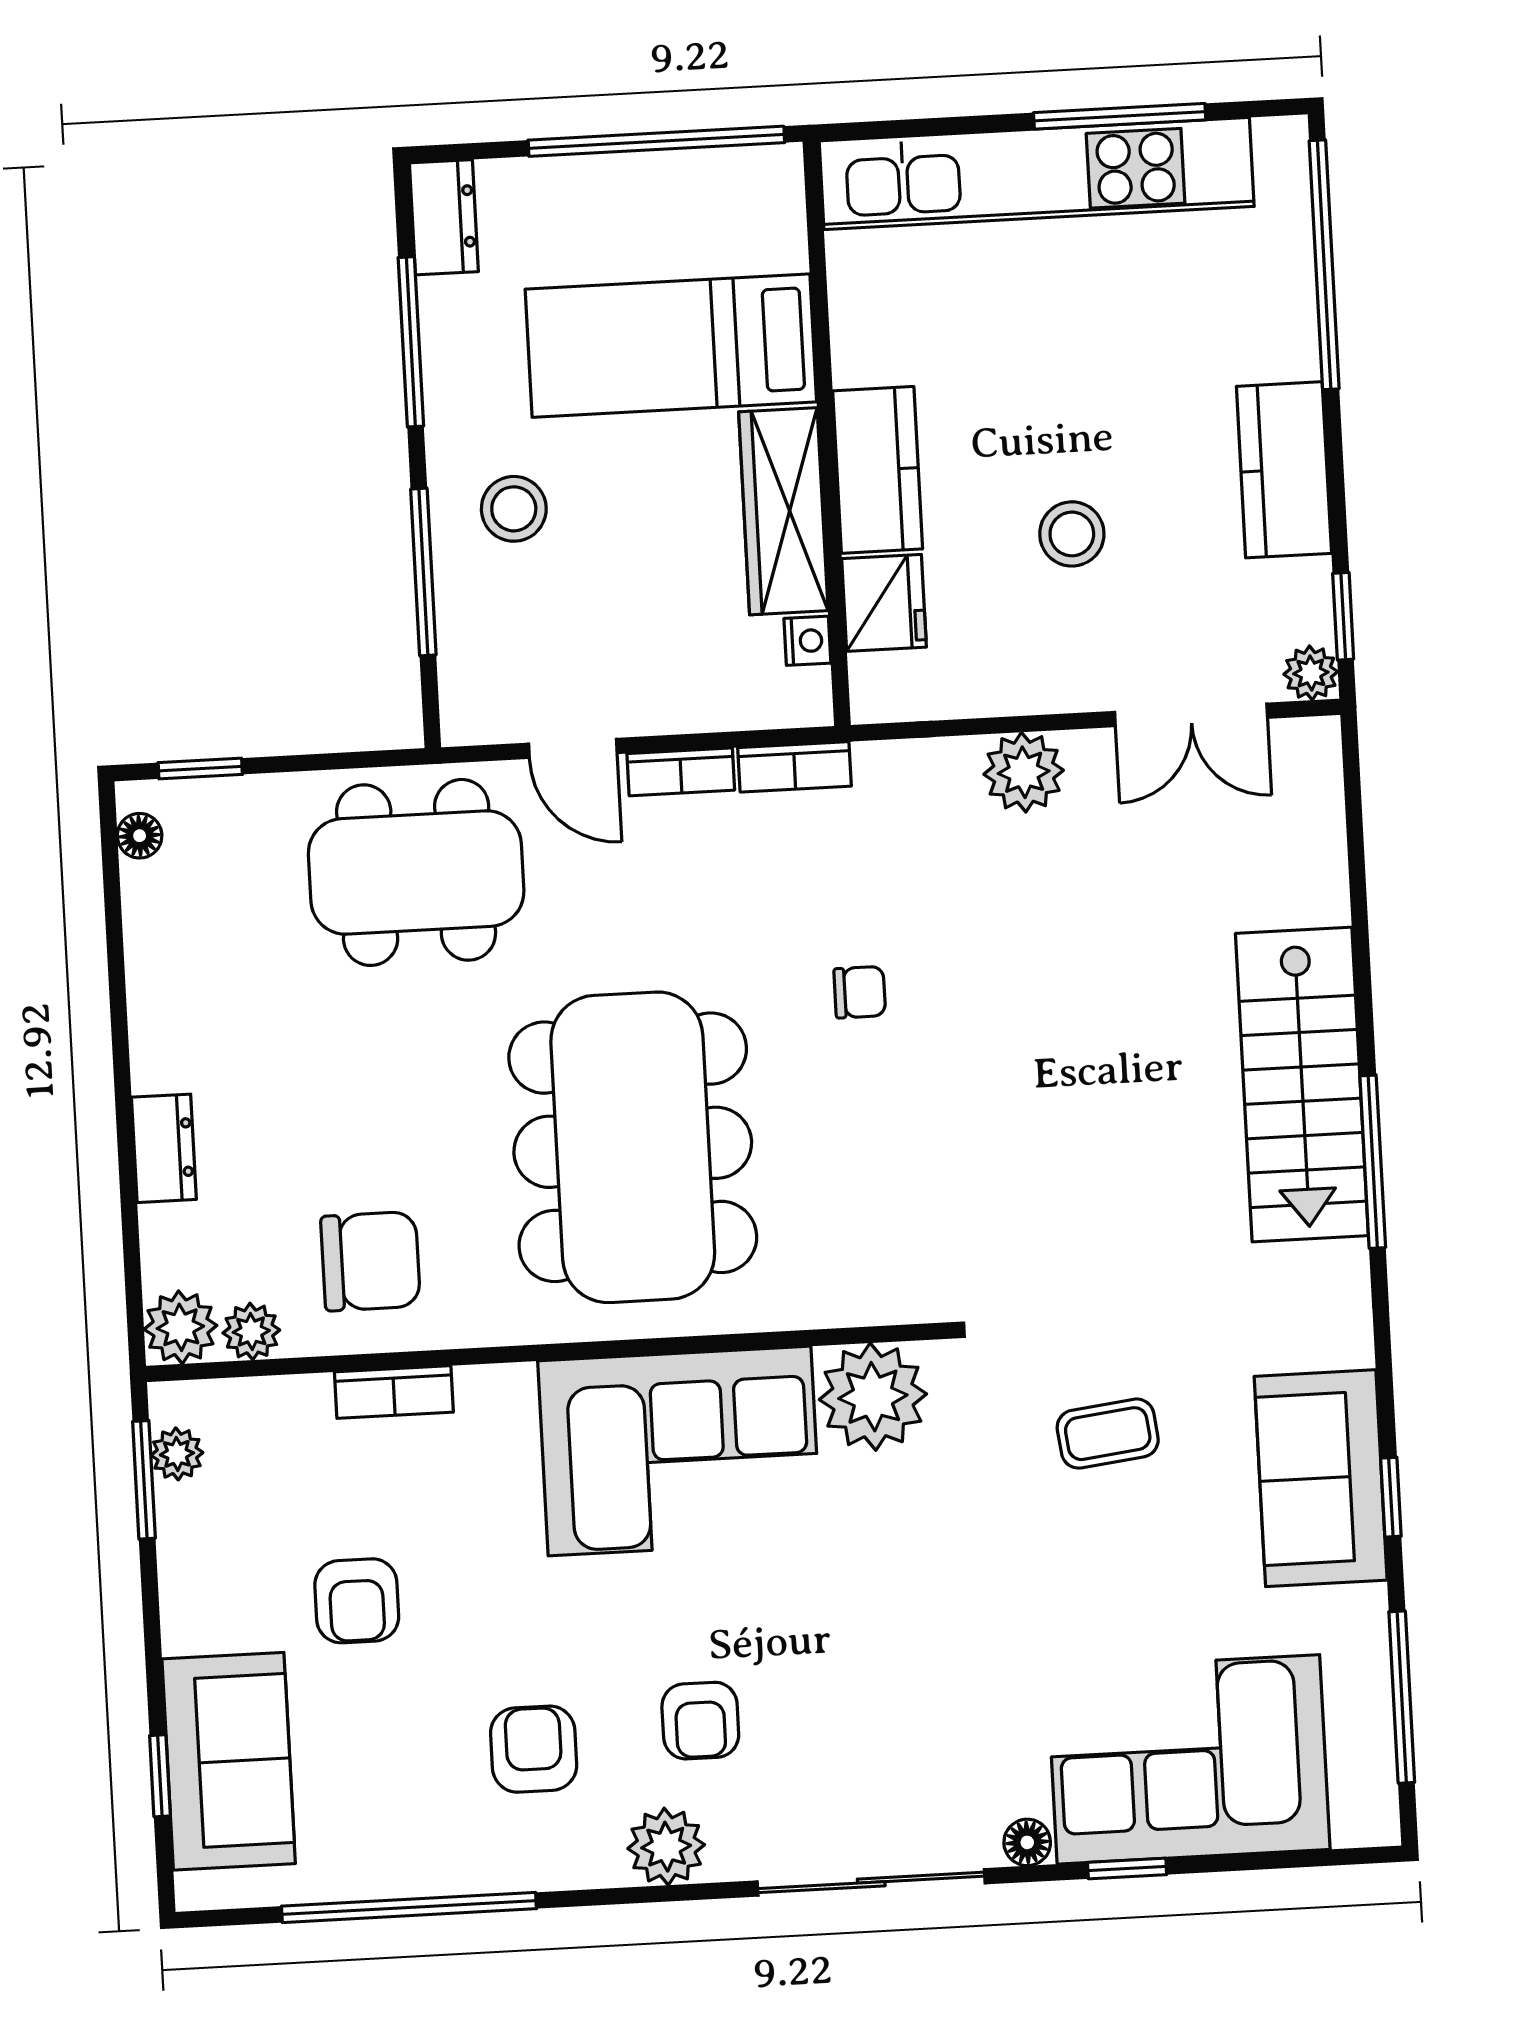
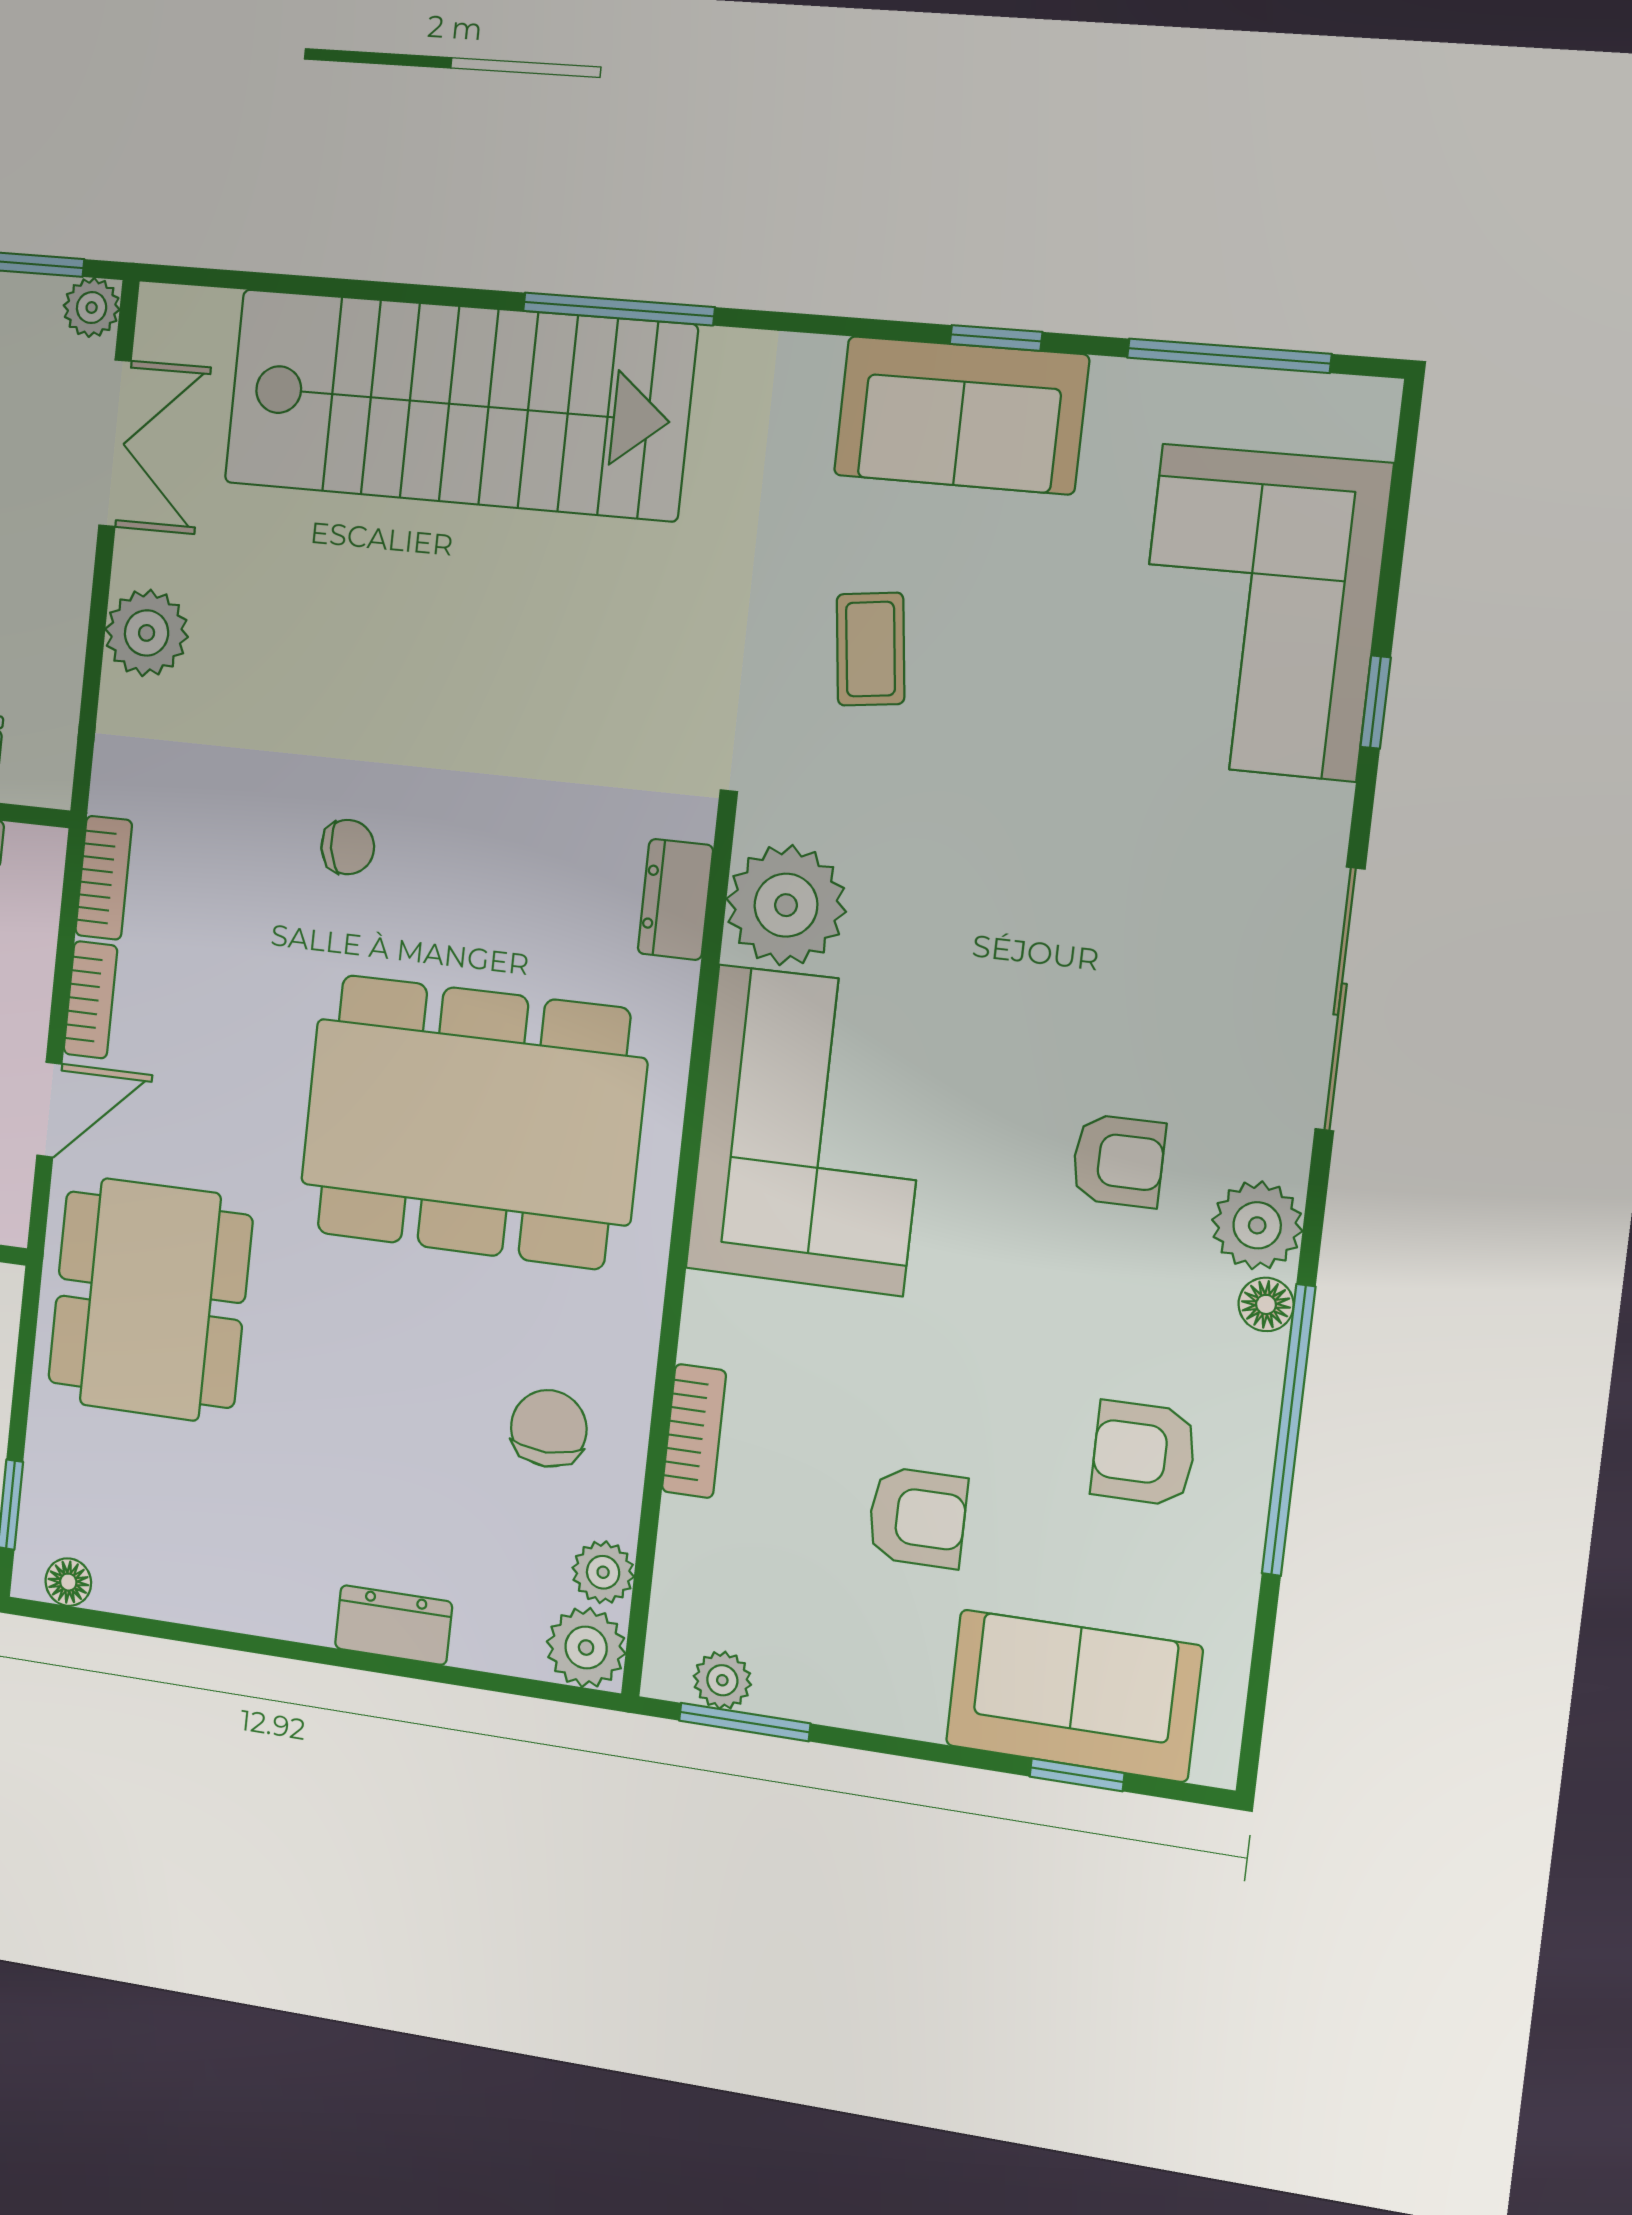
chair: (860, 992) -> (348, 847), turned 81
stairs: (1302, 1085) -> (458, 404), width x1.36, depth x1.51
chair: (370, 1261) -> (549, 1428), width x0.73, depth x0.73
dresser: (862, 1298) -> (675, 899), added
armchair: (534, 1749) -> (1144, 1453), moved
floor lamp: (1027, 1842) -> (1266, 1304), moved
window: (409, 1907) -> (1289, 1430), moved

